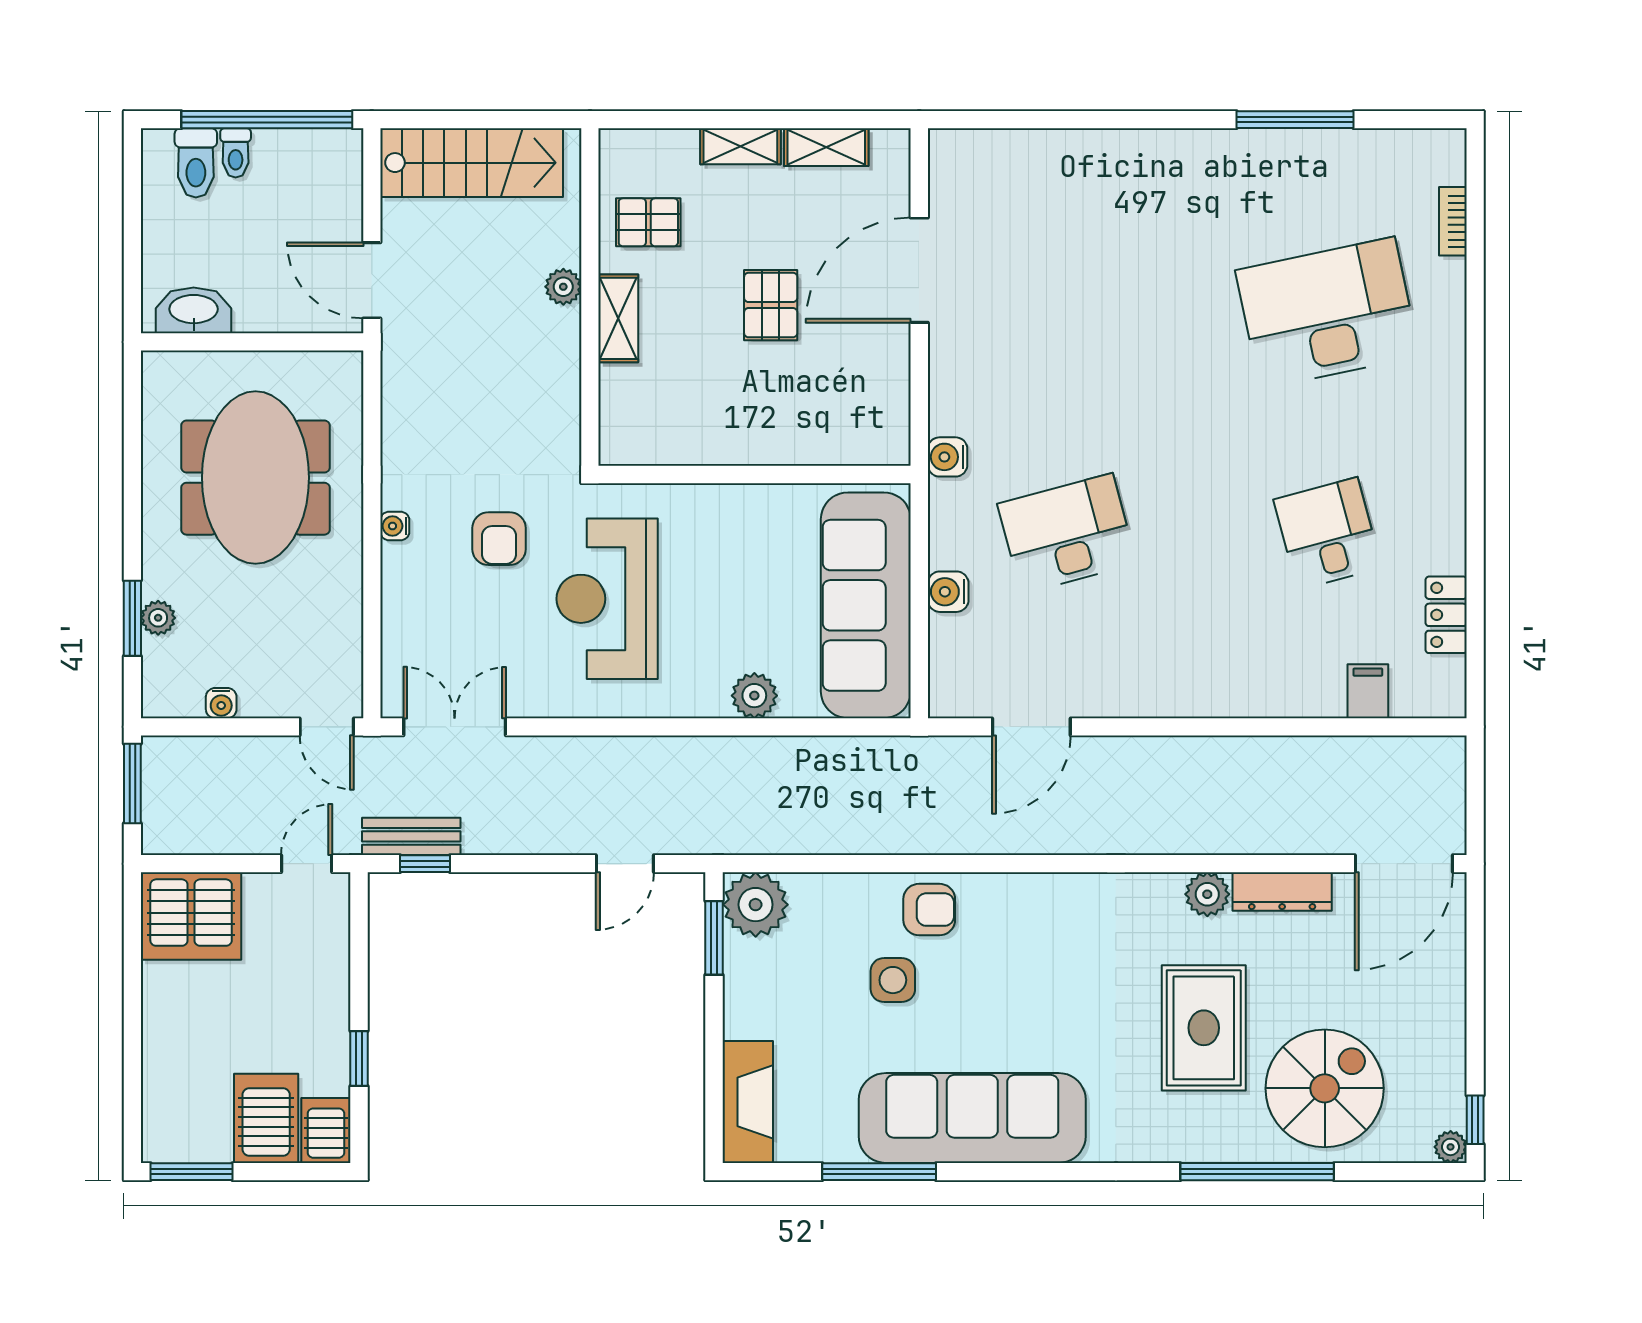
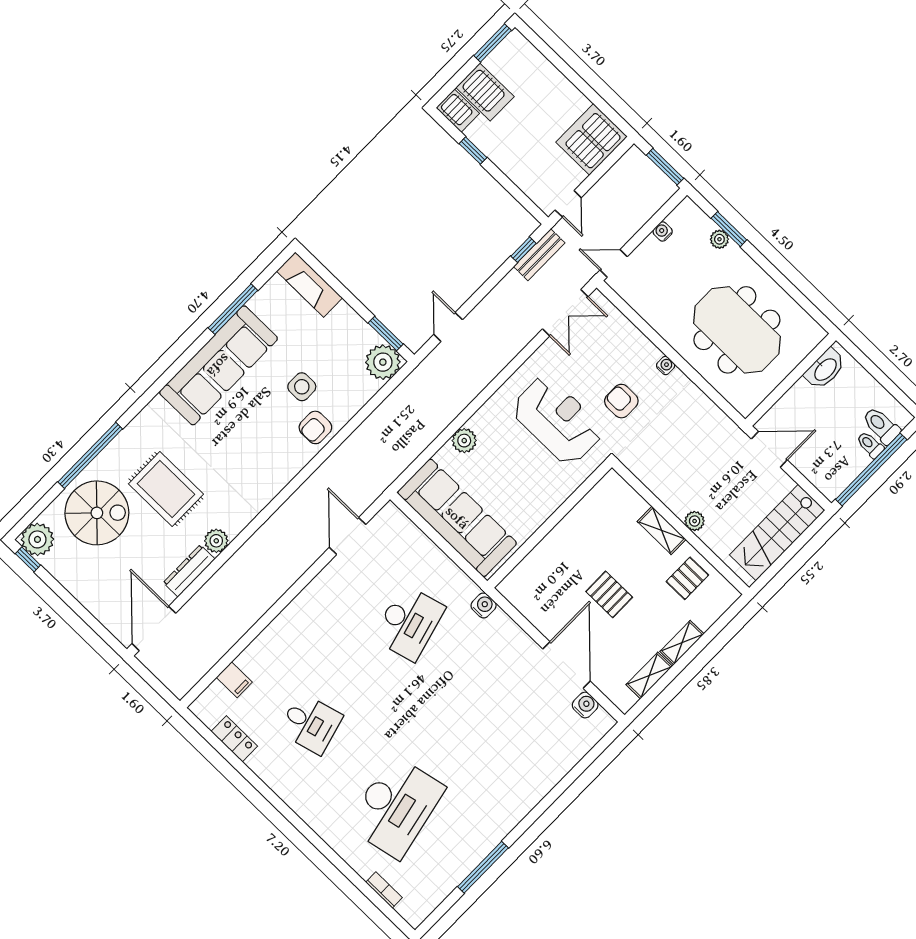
water cooler: (948, 592) -> (585, 705), moved
spiral stairs: (1325, 1088) -> (97, 513), turned -90
plant: (1451, 1147) -> (37, 539), width x1.88, depth x1.88

